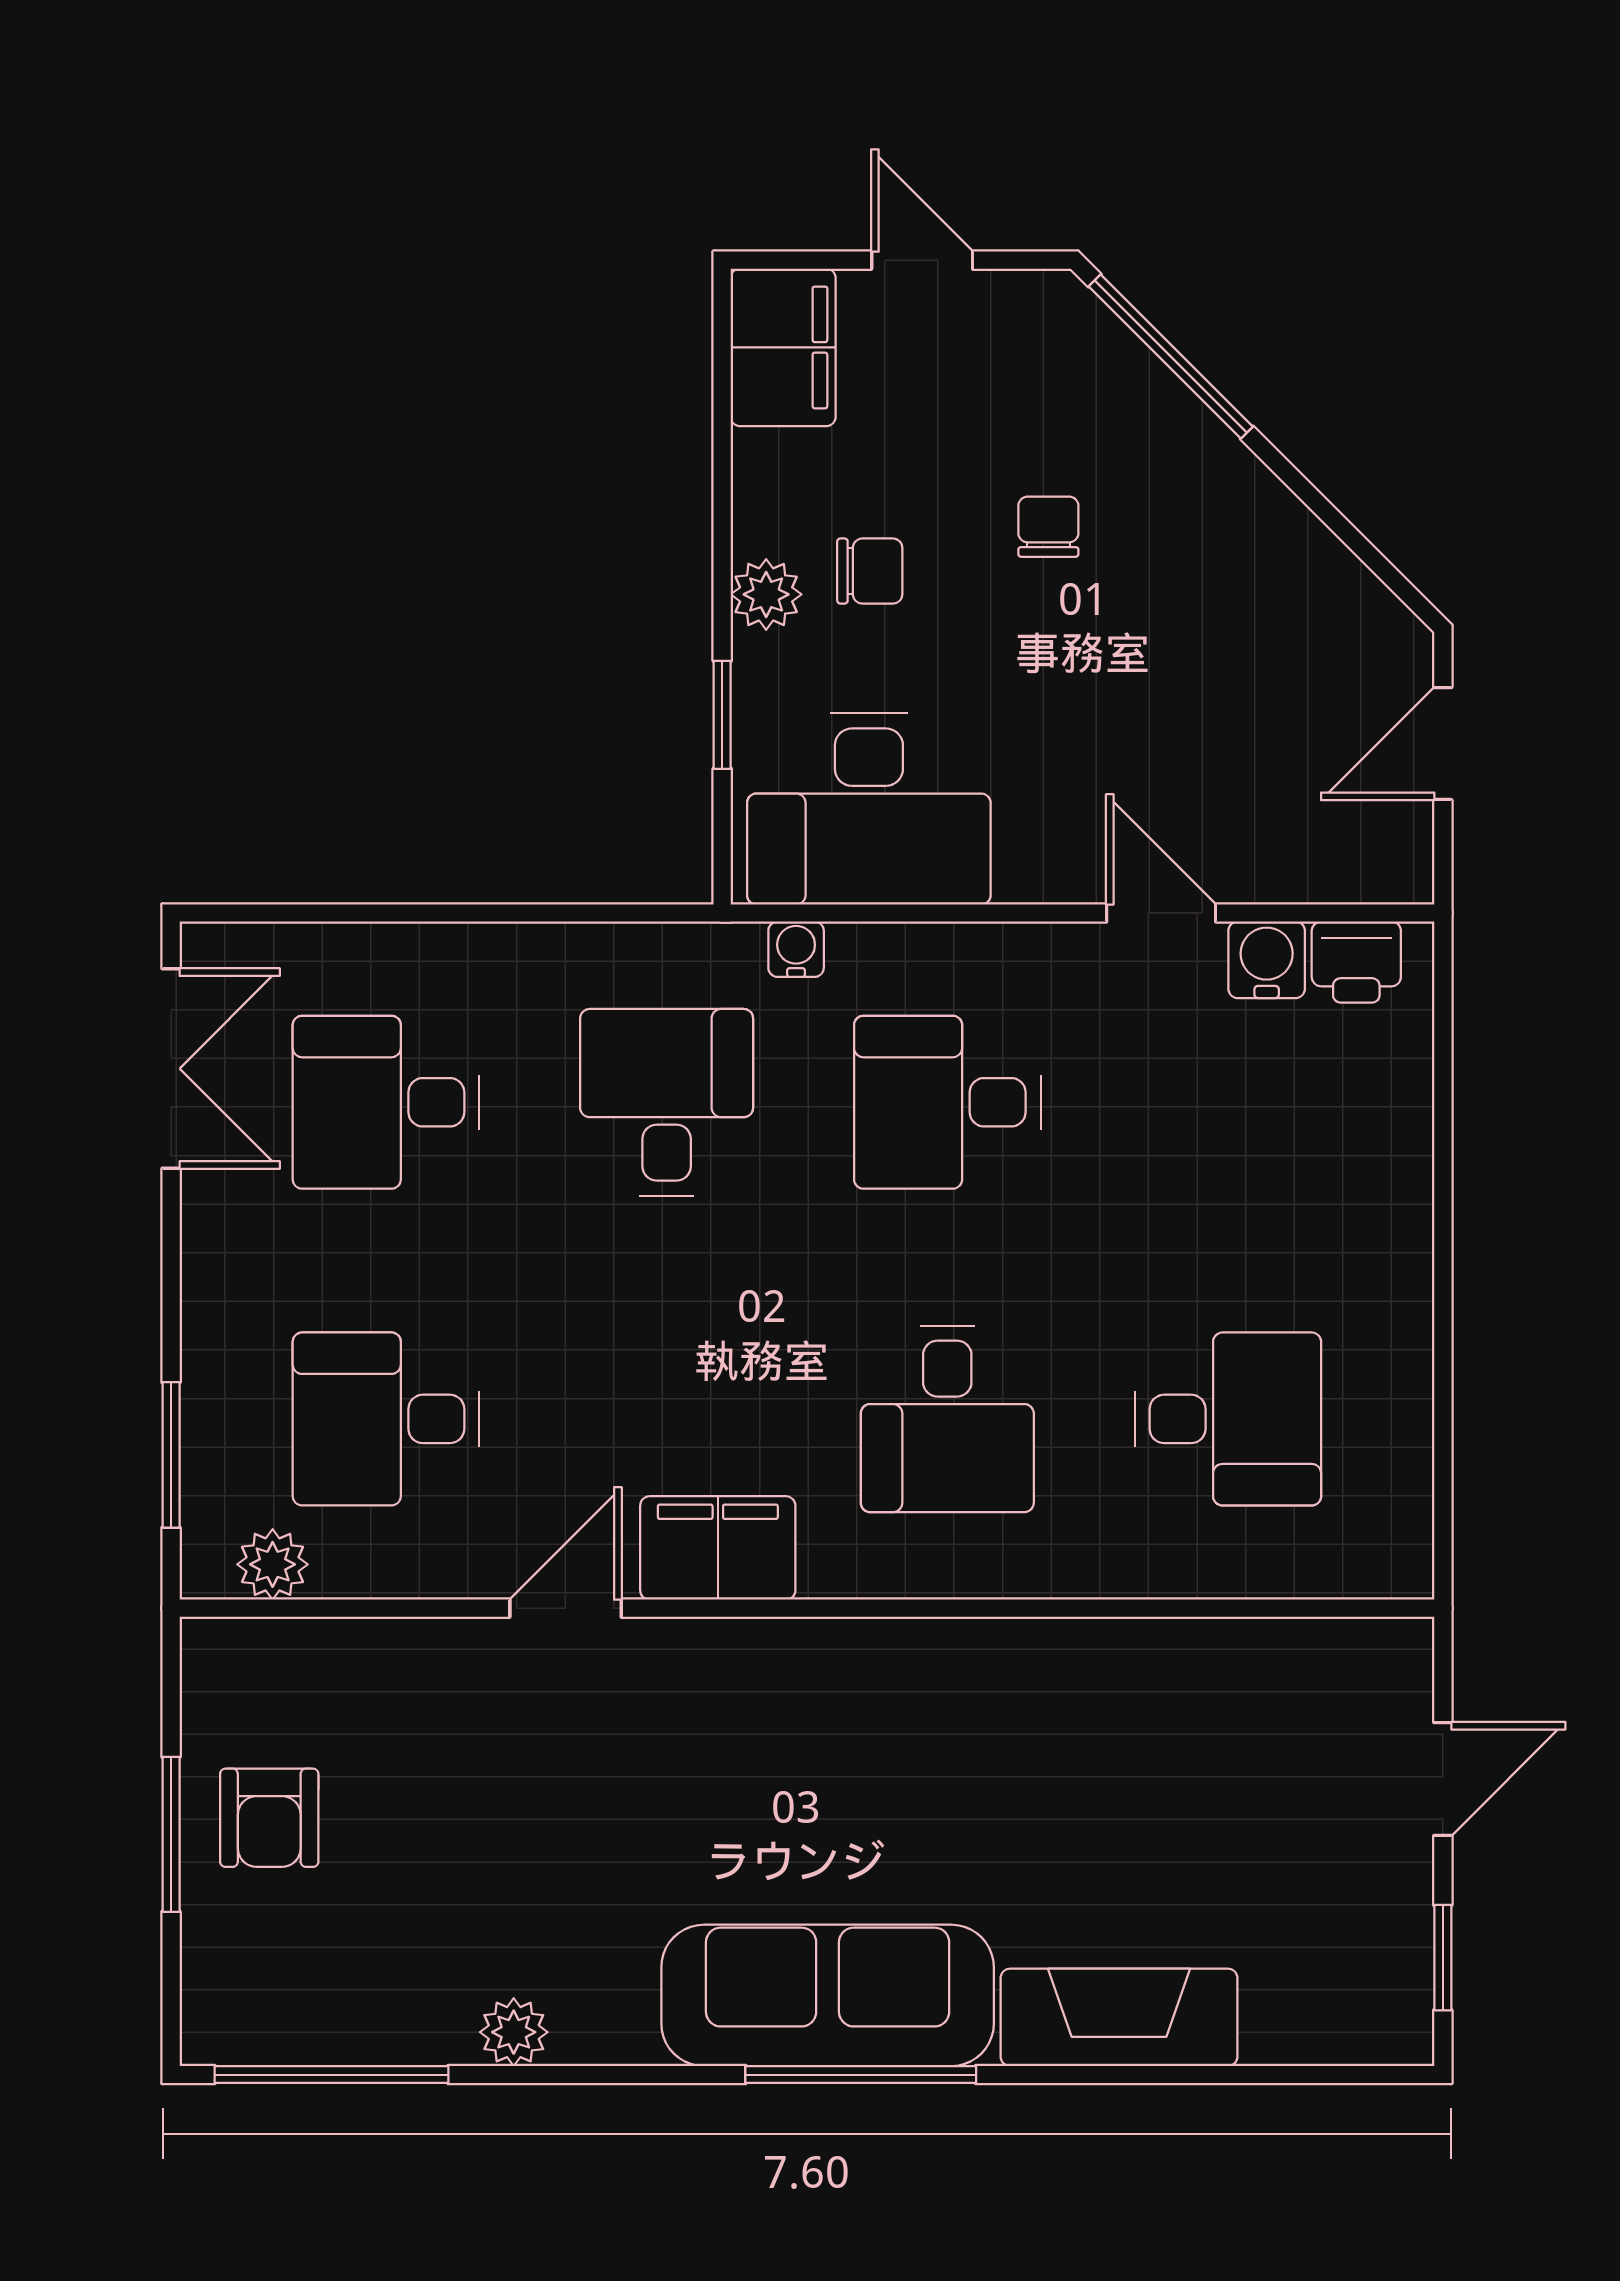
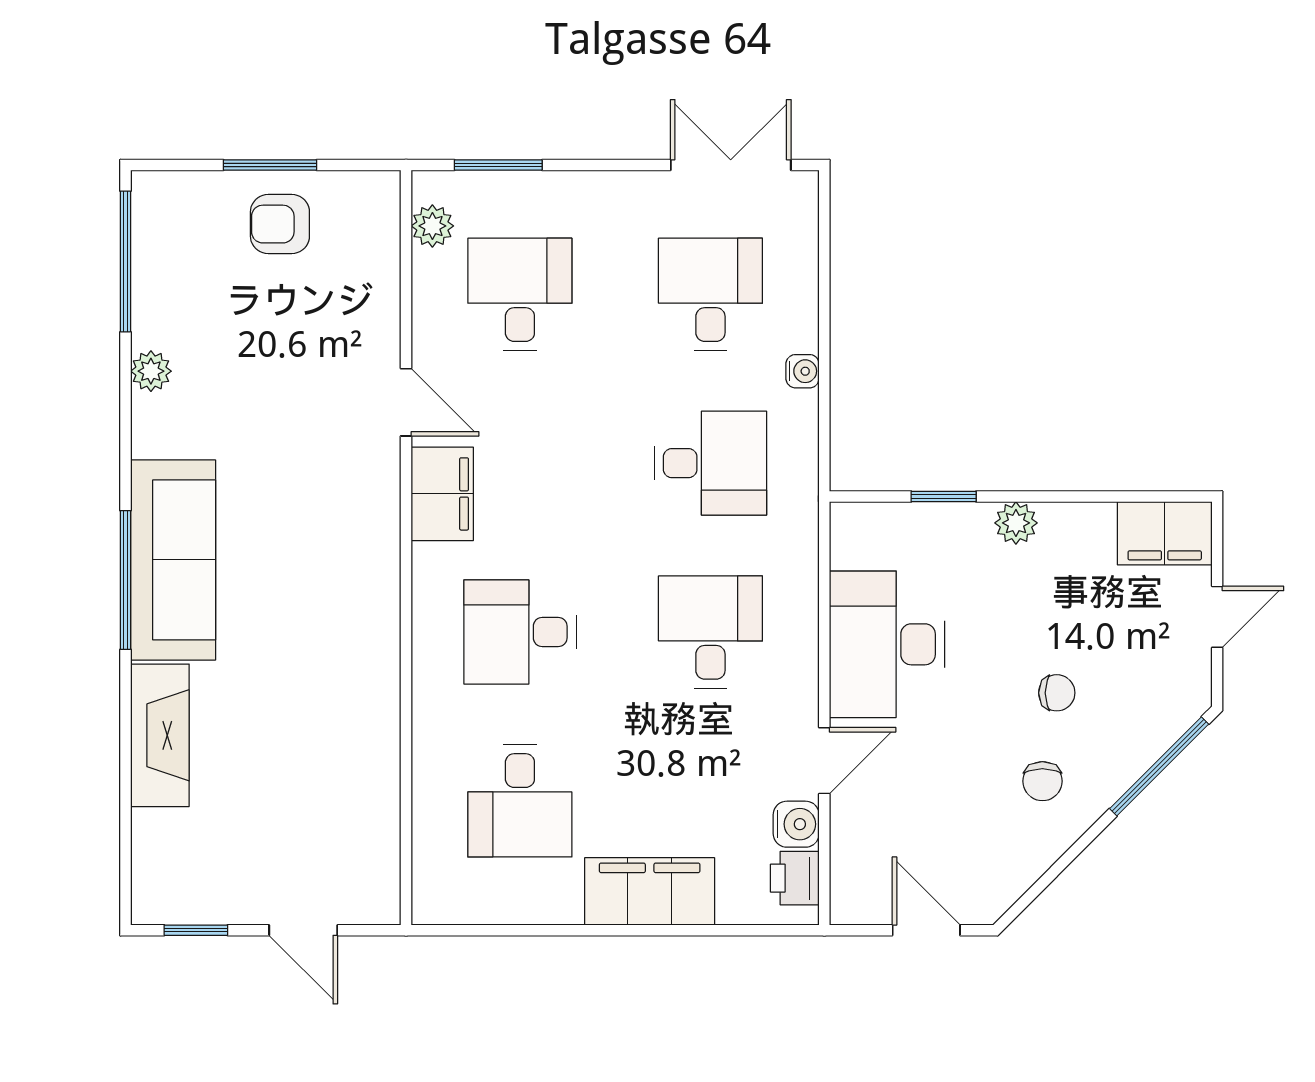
chair: (870, 571) -> (1042, 781), moved
desk: (869, 809) -> (887, 644), moved
water cooler: (796, 949) -> (803, 371), moved
double door: (171, 1069) -> (731, 165), swing flipped
filing cabinet: (1378, 1203) -> (650, 891), added

